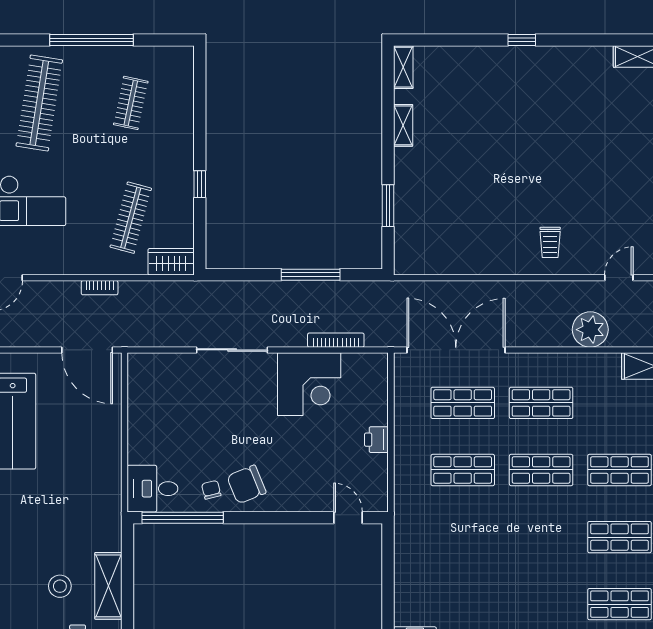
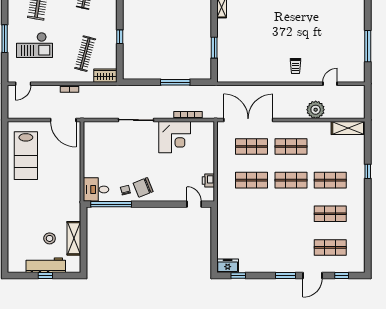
printer: (376, 440) -> (208, 180), moved

